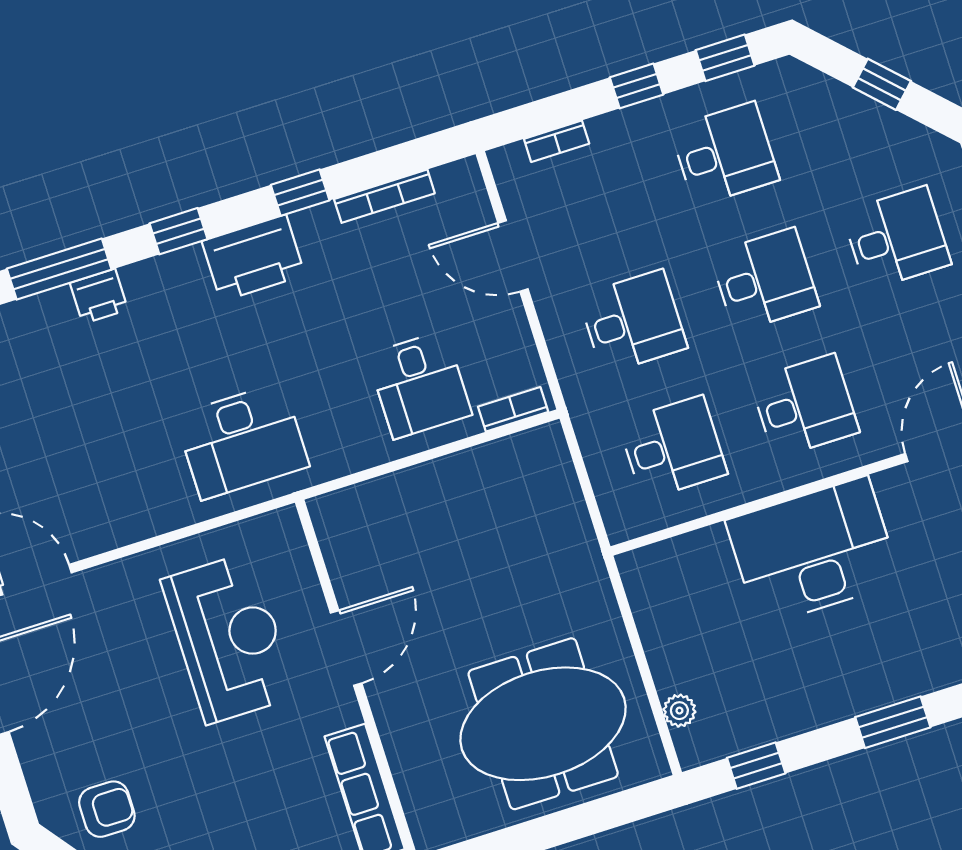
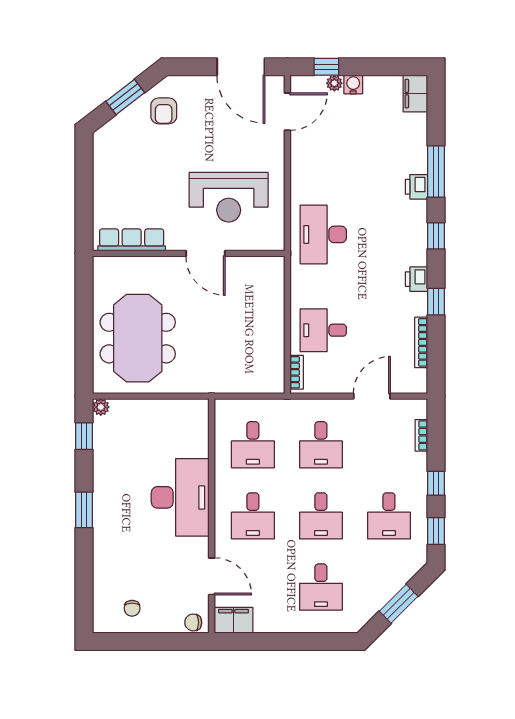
window: (882, 84) -> (399, 604), width x1.50
printer: (253, 258) -> (417, 279), width x0.53, depth x0.68
plant: (679, 711) -> (101, 407), moved

